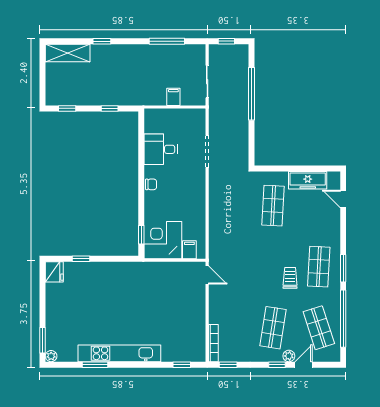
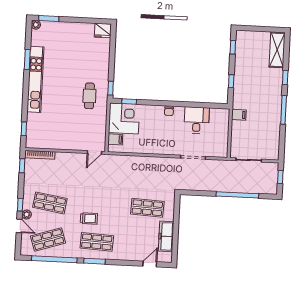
window: (167, 41) -> (284, 110), moved
filing cabinet: (173, 97) -> (239, 115), moved
window: (81, 259) -> (111, 88), moved
cafe table: (137, 285) -> (89, 96), added

